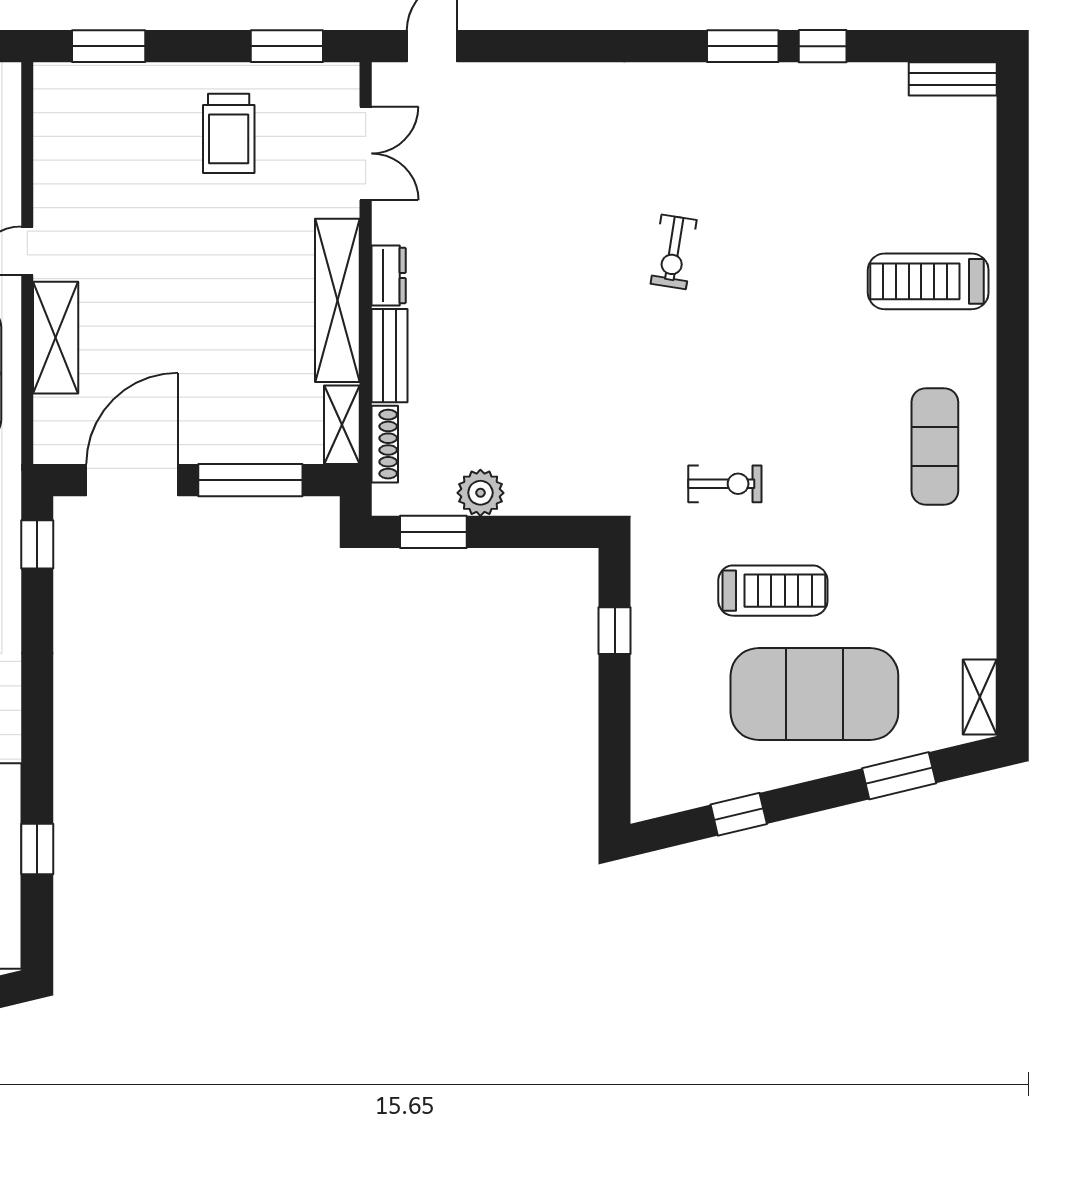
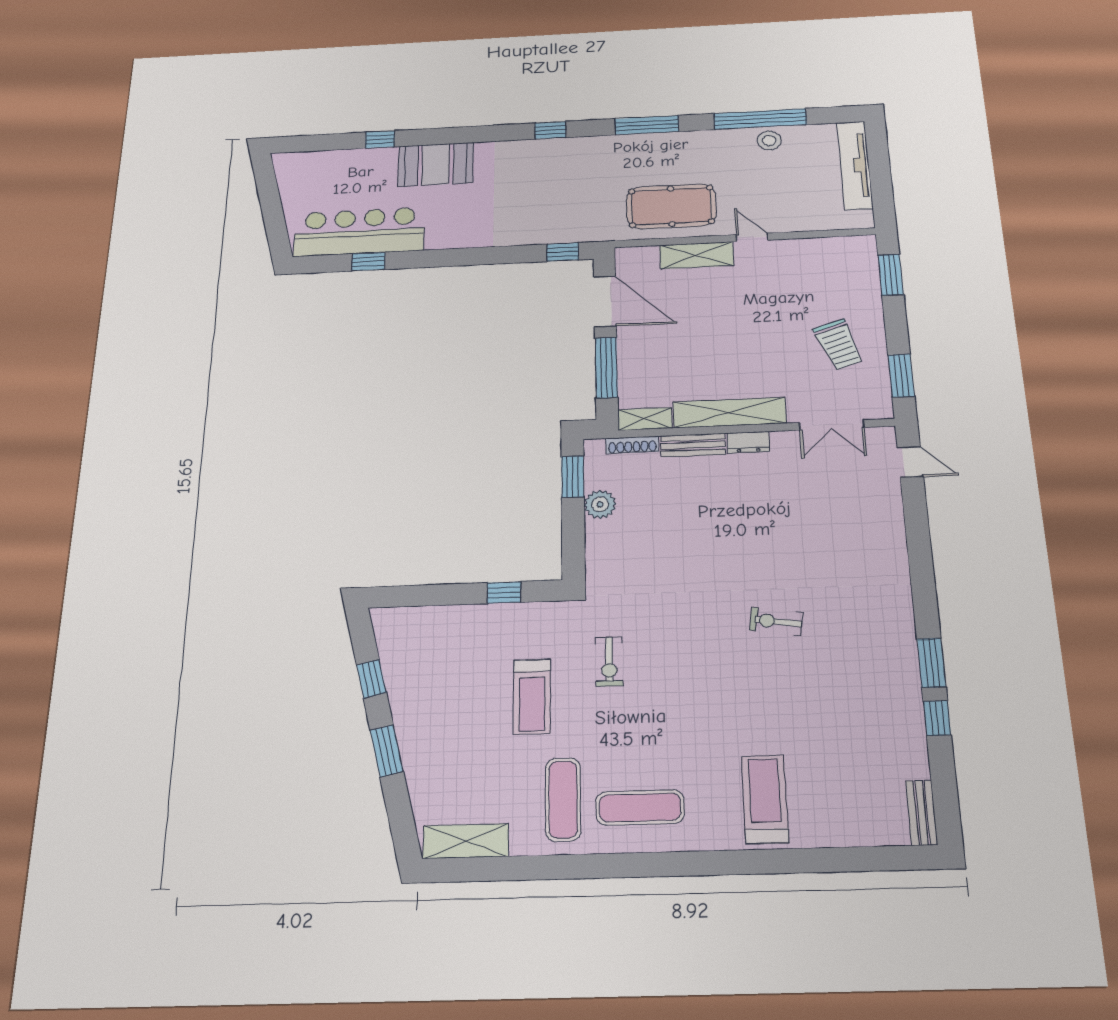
trolley: (229, 133) -> (839, 345), turned -109
exercise mat: (814, 694) -> (563, 799), moved, width x0.50, depth x0.69
shelving: (980, 697) -> (466, 841), width x1.50, depth x1.33
window: (899, 776) -> (387, 751), moved

